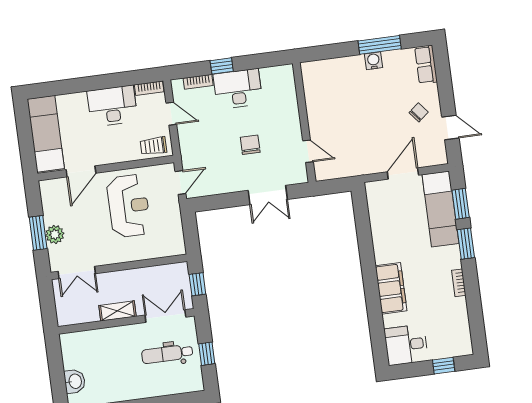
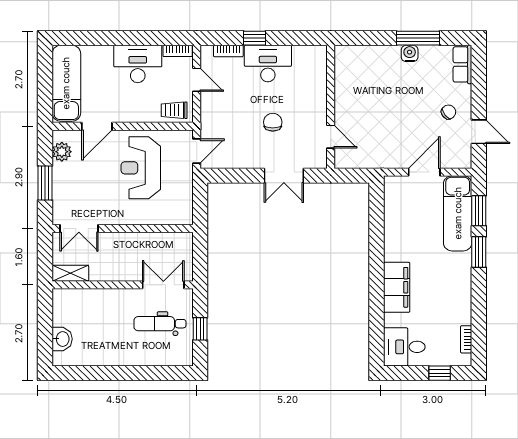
reception desk: (129, 206) -> (141, 168), turned 180
plant: (55, 234) -> (62, 152), moved
bookcase: (459, 283) -> (466, 339), moved
window: (197, 284) -> (200, 257), removed
shelving: (117, 311) -> (70, 273), moved

